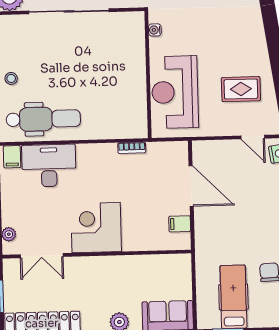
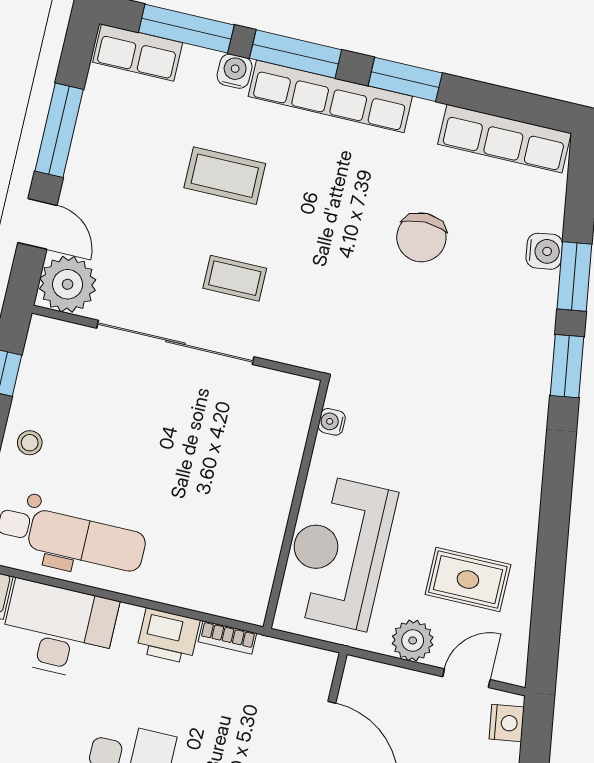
plant: (222, 126) -> (413, 640), added
door: (253, 137) -> (466, 678), swing flipped
printer: (103, 155) -> (168, 636), added

